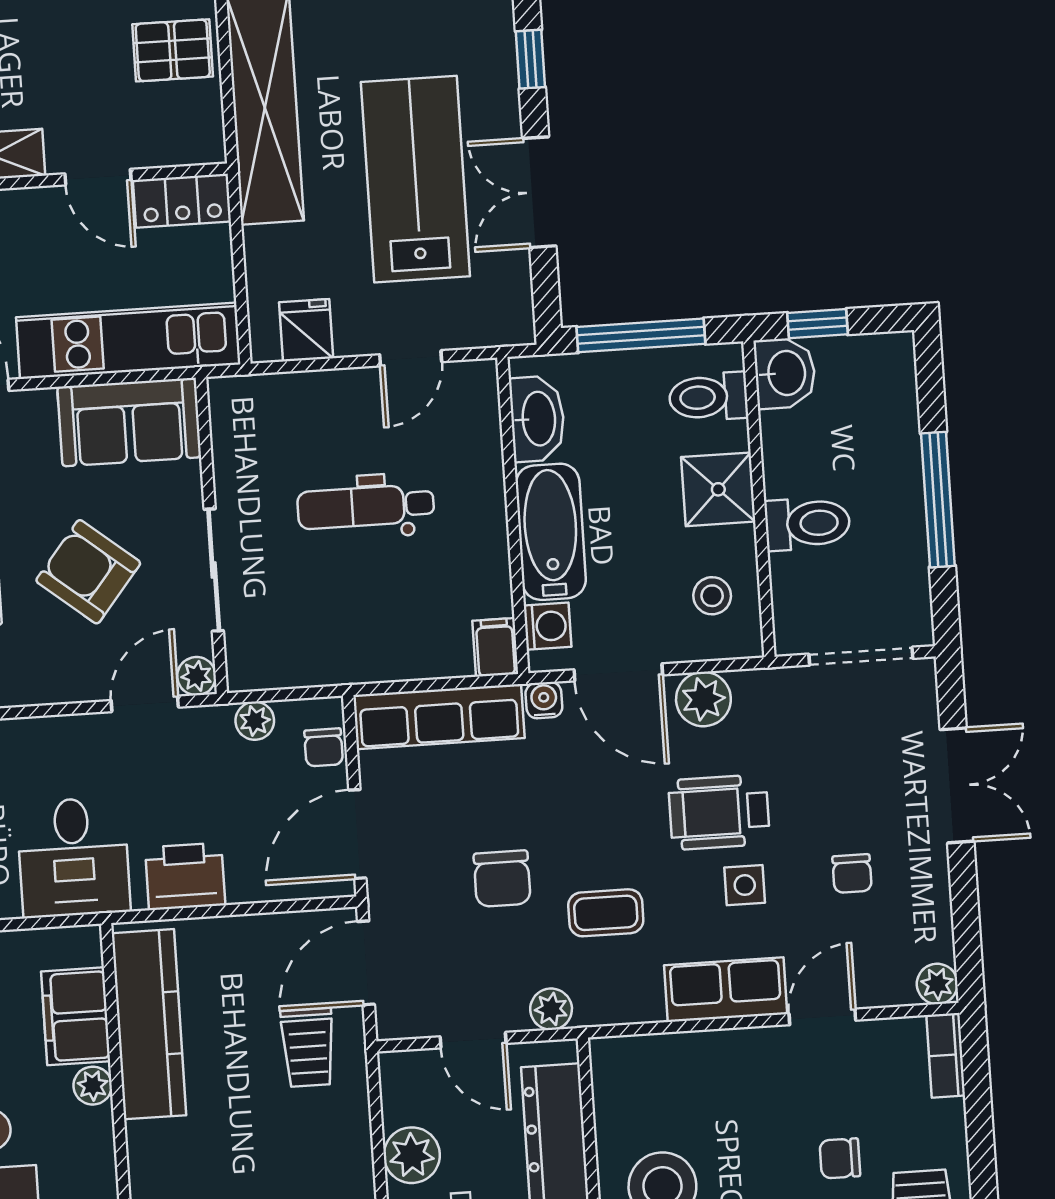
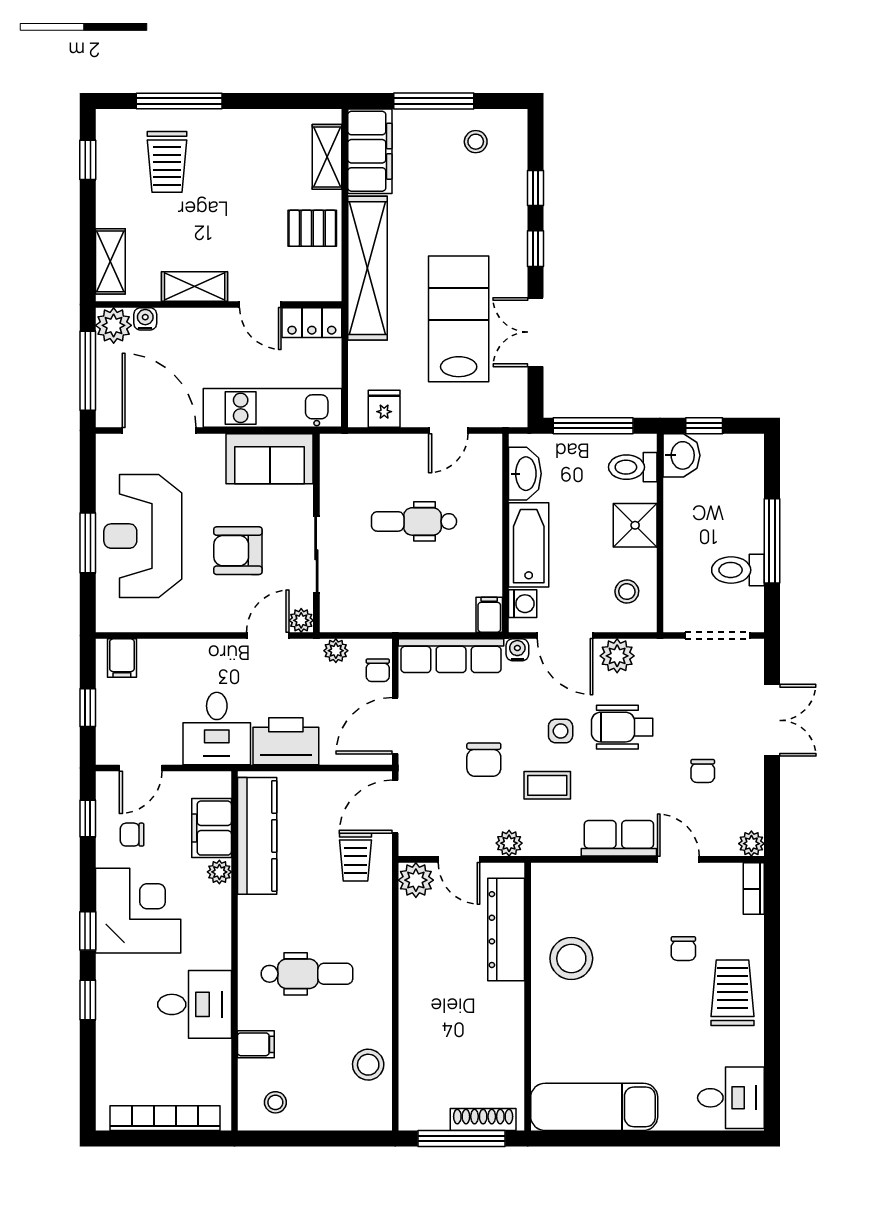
toilet: (807, 524) -> (738, 570), moved, turned 180
armchair: (88, 572) -> (238, 551), turned -39
printer: (185, 876) -> (286, 741), width x1.37, depth x1.19
side table: (745, 885) -> (561, 731), moved
door: (822, 1017) -> (678, 859), hinge flipped
plant: (412, 1155) -> (416, 880), moved
chair: (840, 1158) -> (683, 949), turned -90

